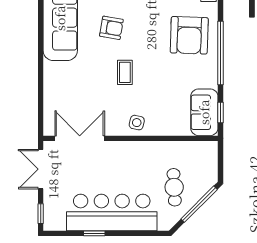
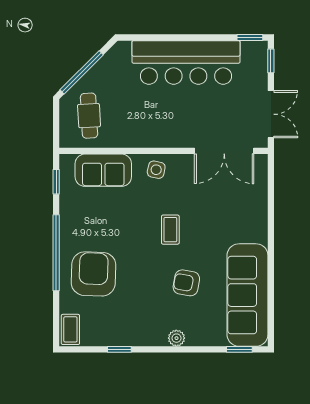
sofa: (204, 112) -> (103, 170), moved, turned 90
cafe table: (174, 187) -> (89, 116), moved
window: (94, 233) -> (250, 37), moved

